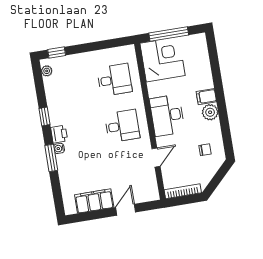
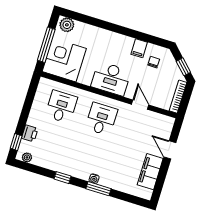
filing cabinet: (206, 97) -> (139, 48), moved
plant: (210, 112) -> (67, 25), moved
printer: (59, 134) -> (30, 133), moved, turned 90
window: (215, 182) -> (183, 67), added

